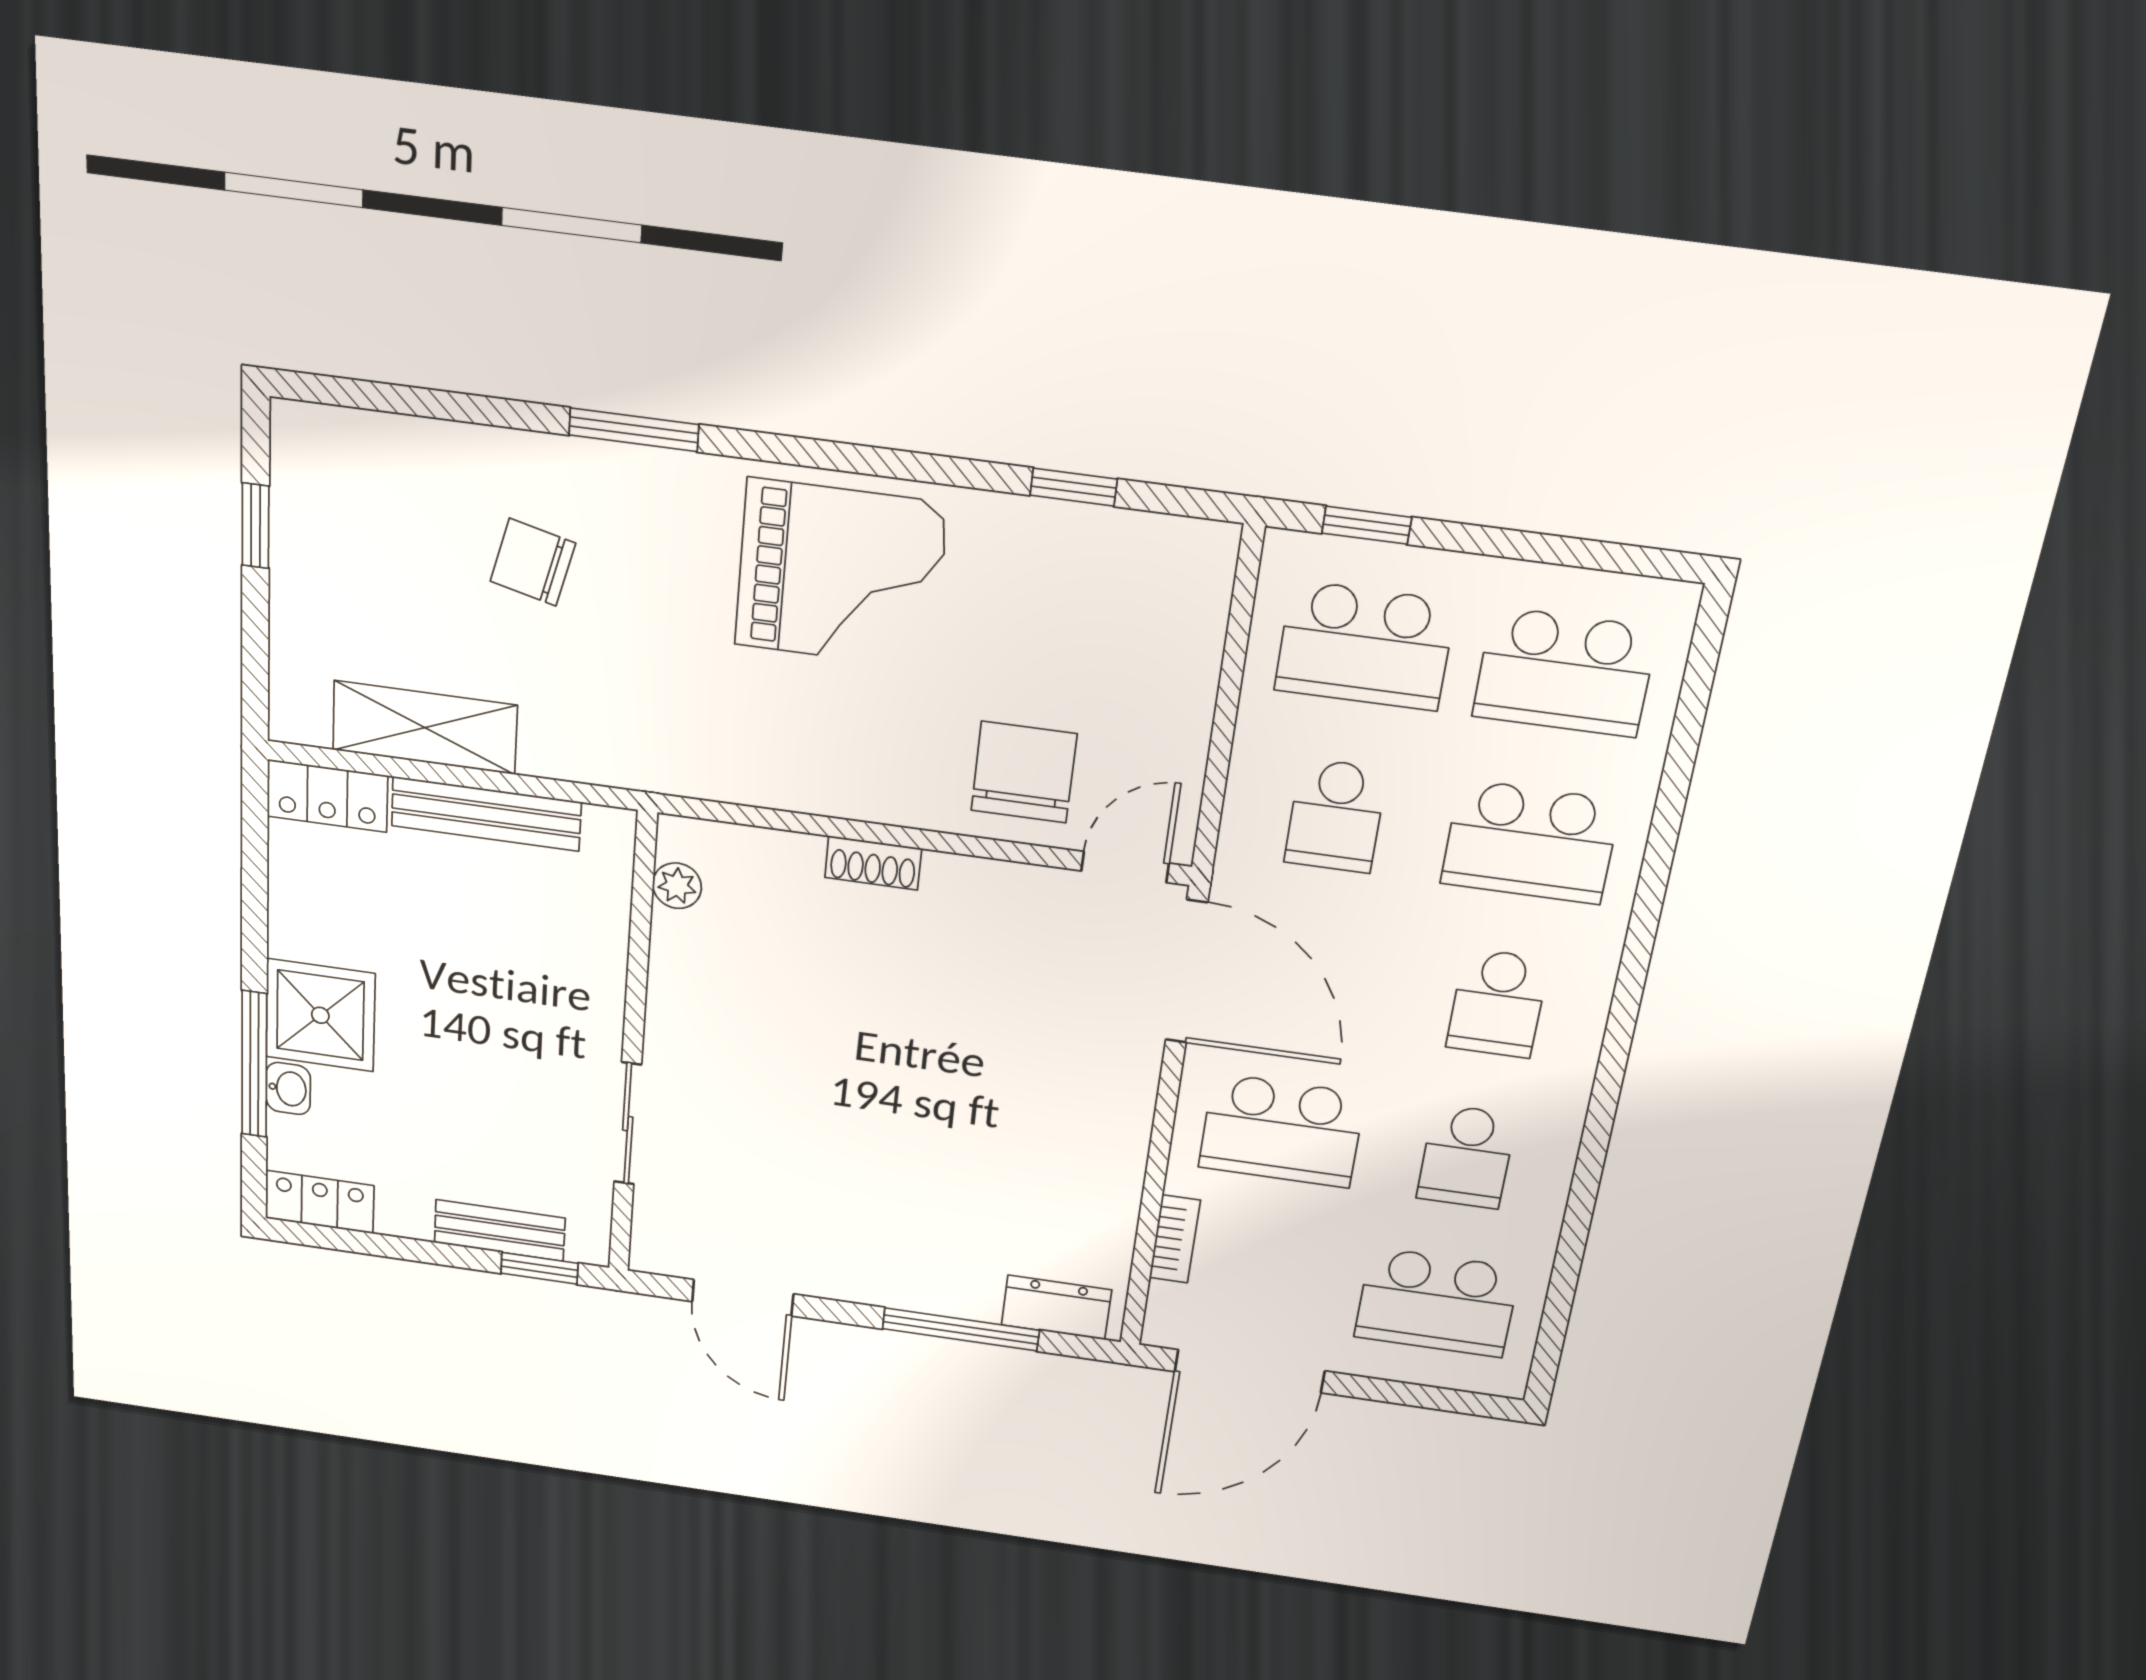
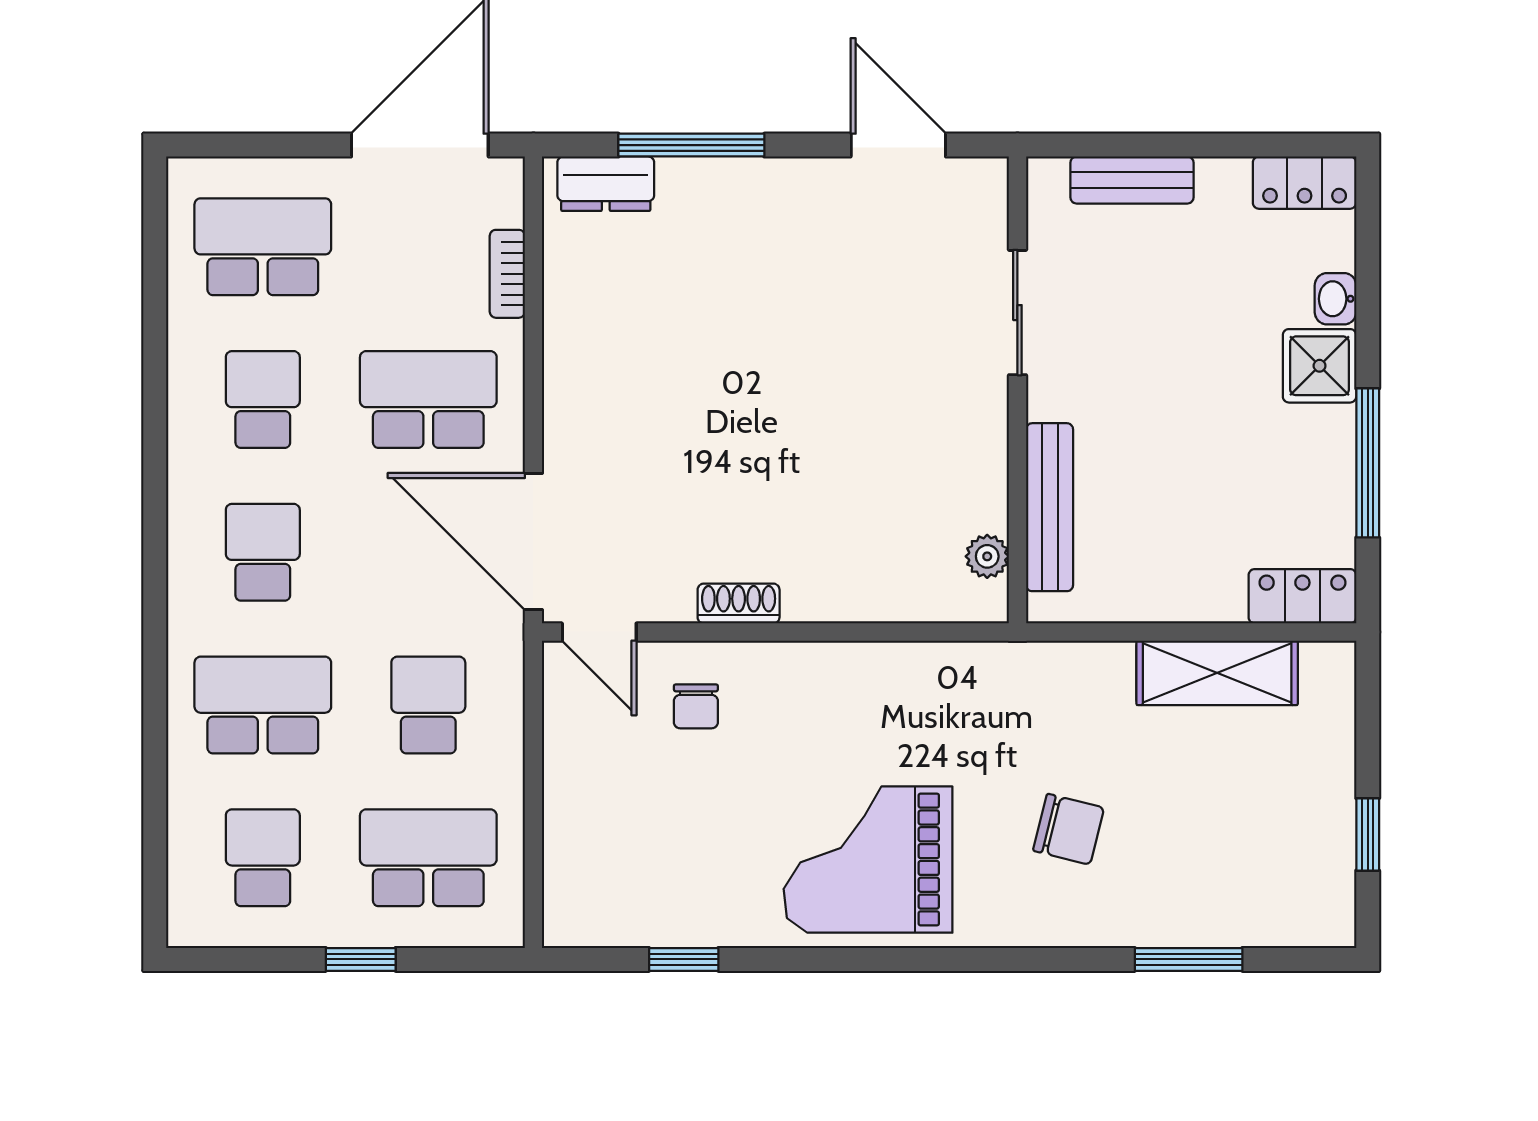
window: (634, 430) -> (1189, 959), moved
window: (1367, 525) -> (361, 959), moved
chair: (533, 562) -> (1069, 829), moved
school desk: (1565, 672) -> (263, 858), width x0.54
chair: (1024, 772) -> (696, 706), width x0.54, depth x0.54
bench: (486, 814) -> (1050, 507), moved, turned 90
shoe rack: (873, 863) -> (739, 604), moved
door: (1125, 867) -> (599, 632), hinge flipped
shower: (320, 1015) -> (1320, 366), width x0.73, depth x0.73
window: (254, 1064) -> (1368, 463), moved
window: (540, 1268) -> (1092, 145), removed

